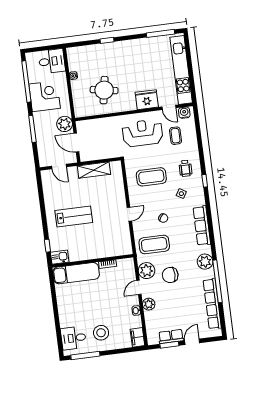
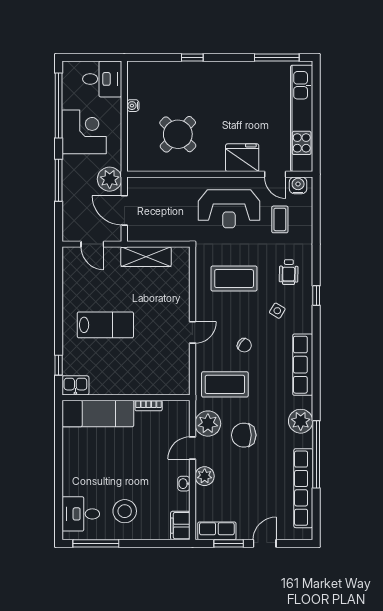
round table: (104, 90) -> (178, 134), turned 34
reception desk: (143, 133) -> (229, 209), turned 180
row of seats: (171, 336) -> (217, 531), moved

